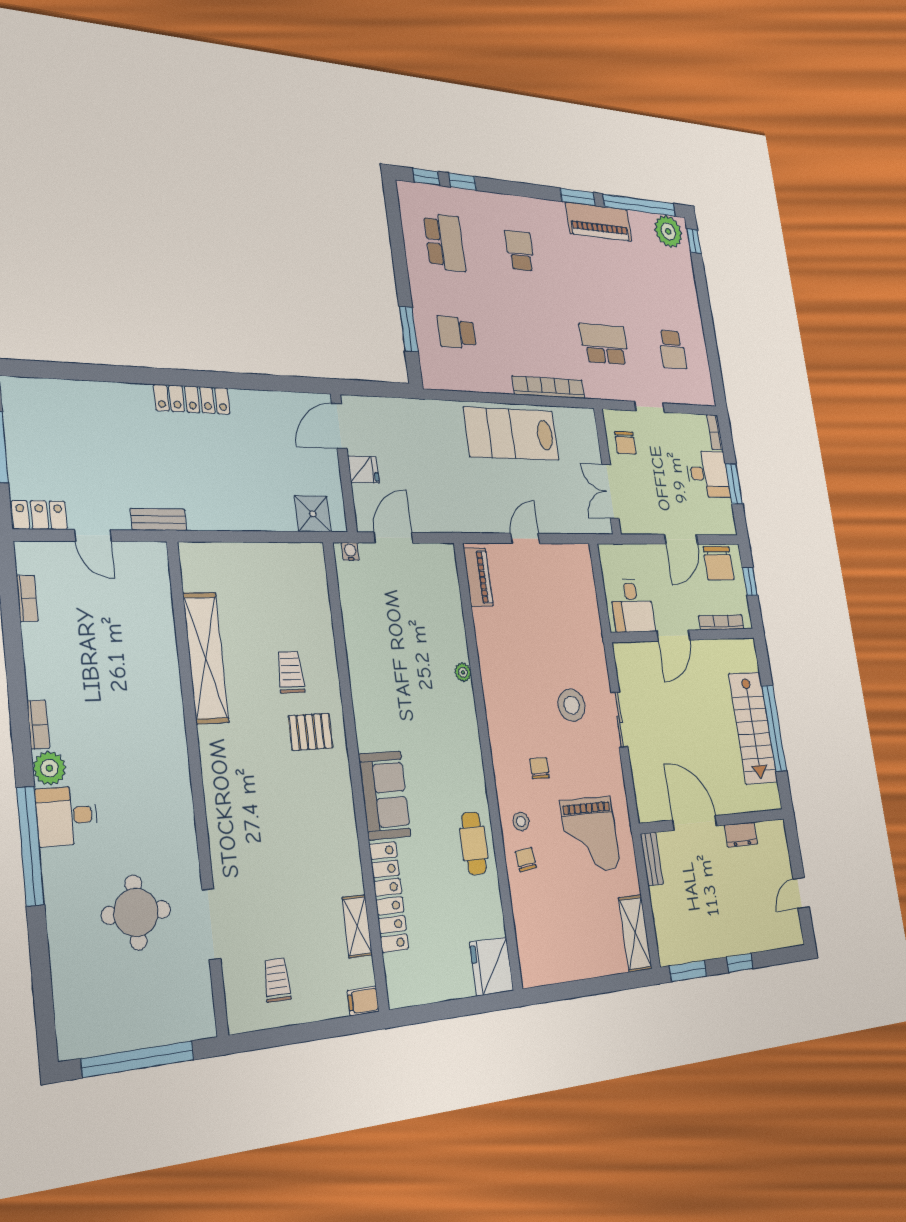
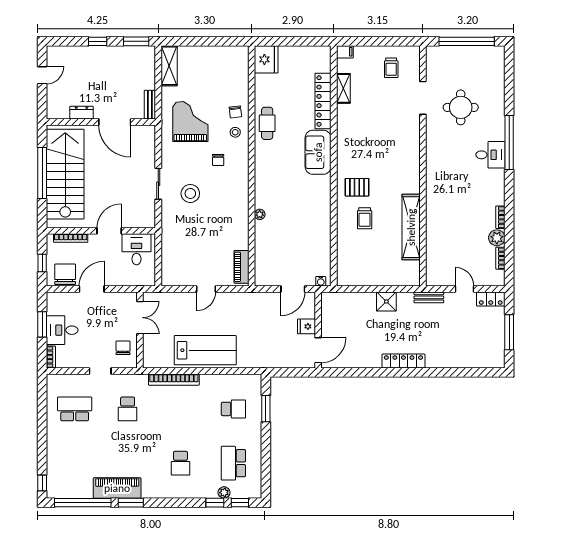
plant: (668, 231) -> (224, 493), moved, width x0.53, depth x0.53
school desk: (604, 344) -> (128, 409), width x0.54
school desk: (672, 350) -> (75, 409), width x1.85
shower: (313, 514) -> (386, 301), moved
bookcase: (38, 725) -> (500, 217), moved
stairs: (753, 728) -> (65, 174), width x1.36, depth x1.51
plant: (49, 768) -> (497, 238), moved

